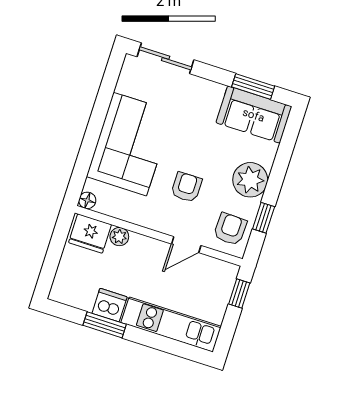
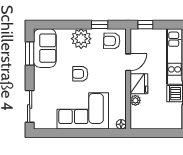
armchair: (186, 187) -> (80, 74), moved
fridge: (90, 234) -> (139, 84), moved
door: (186, 245) -> (128, 62), hinge flipped

